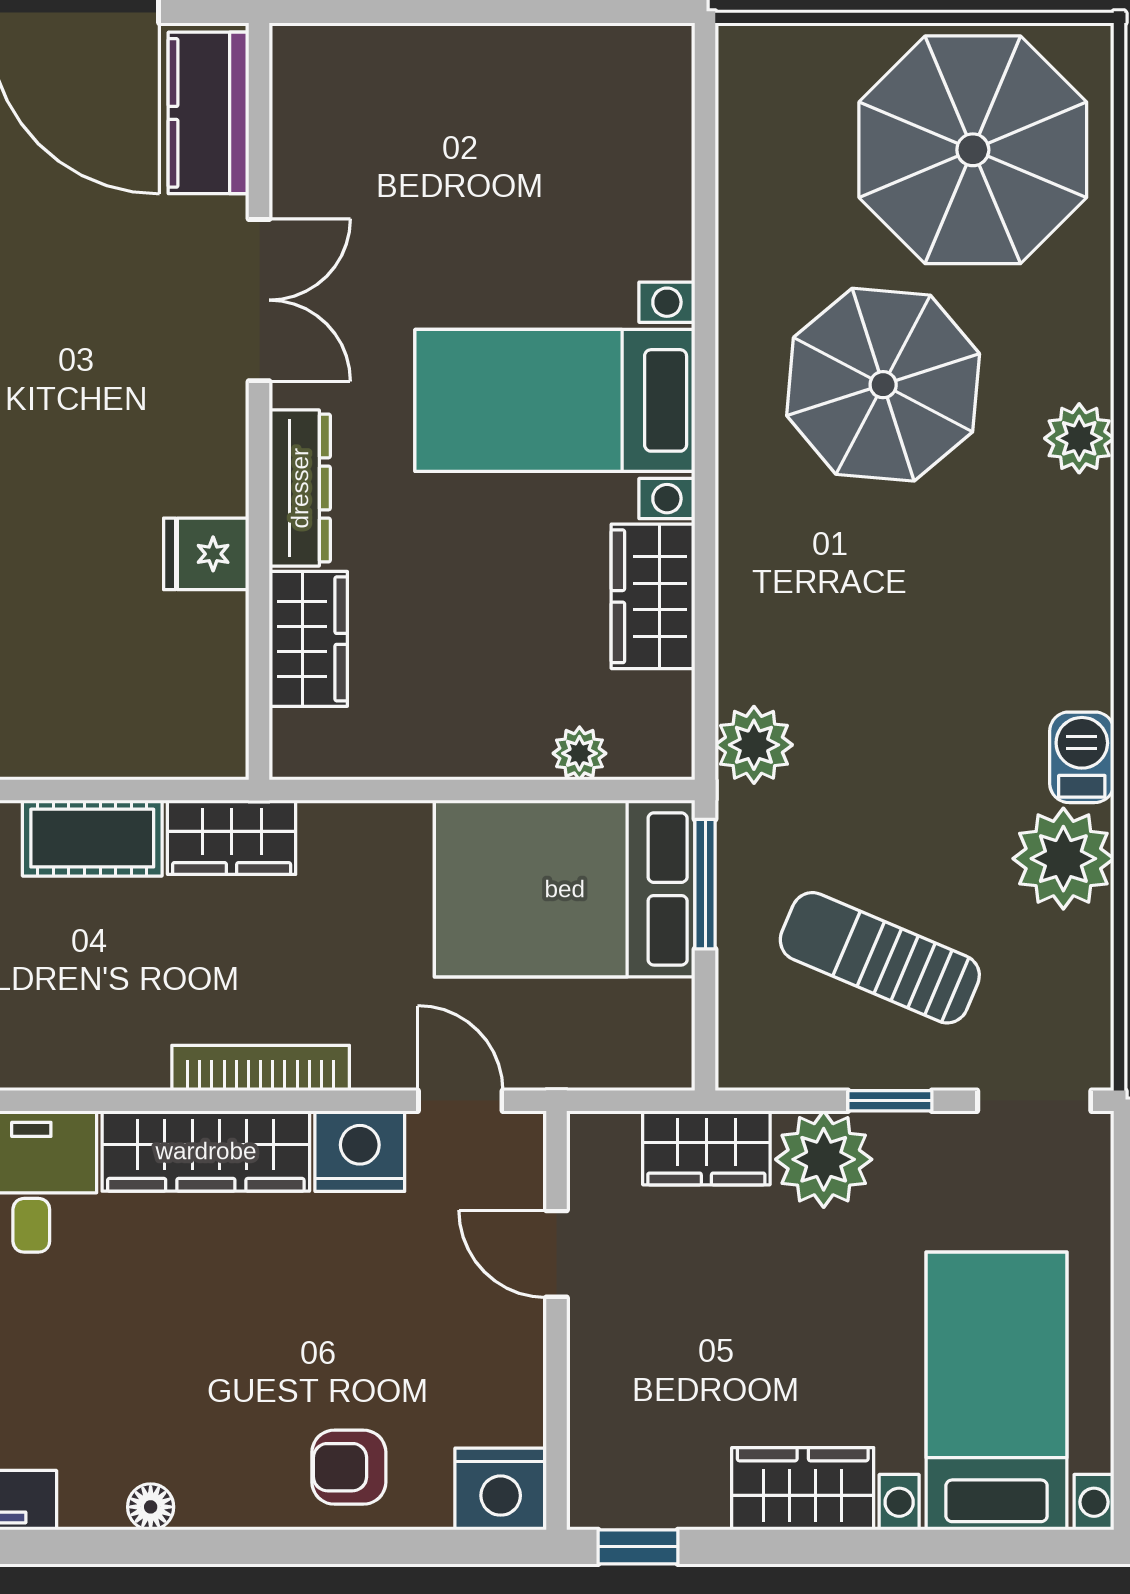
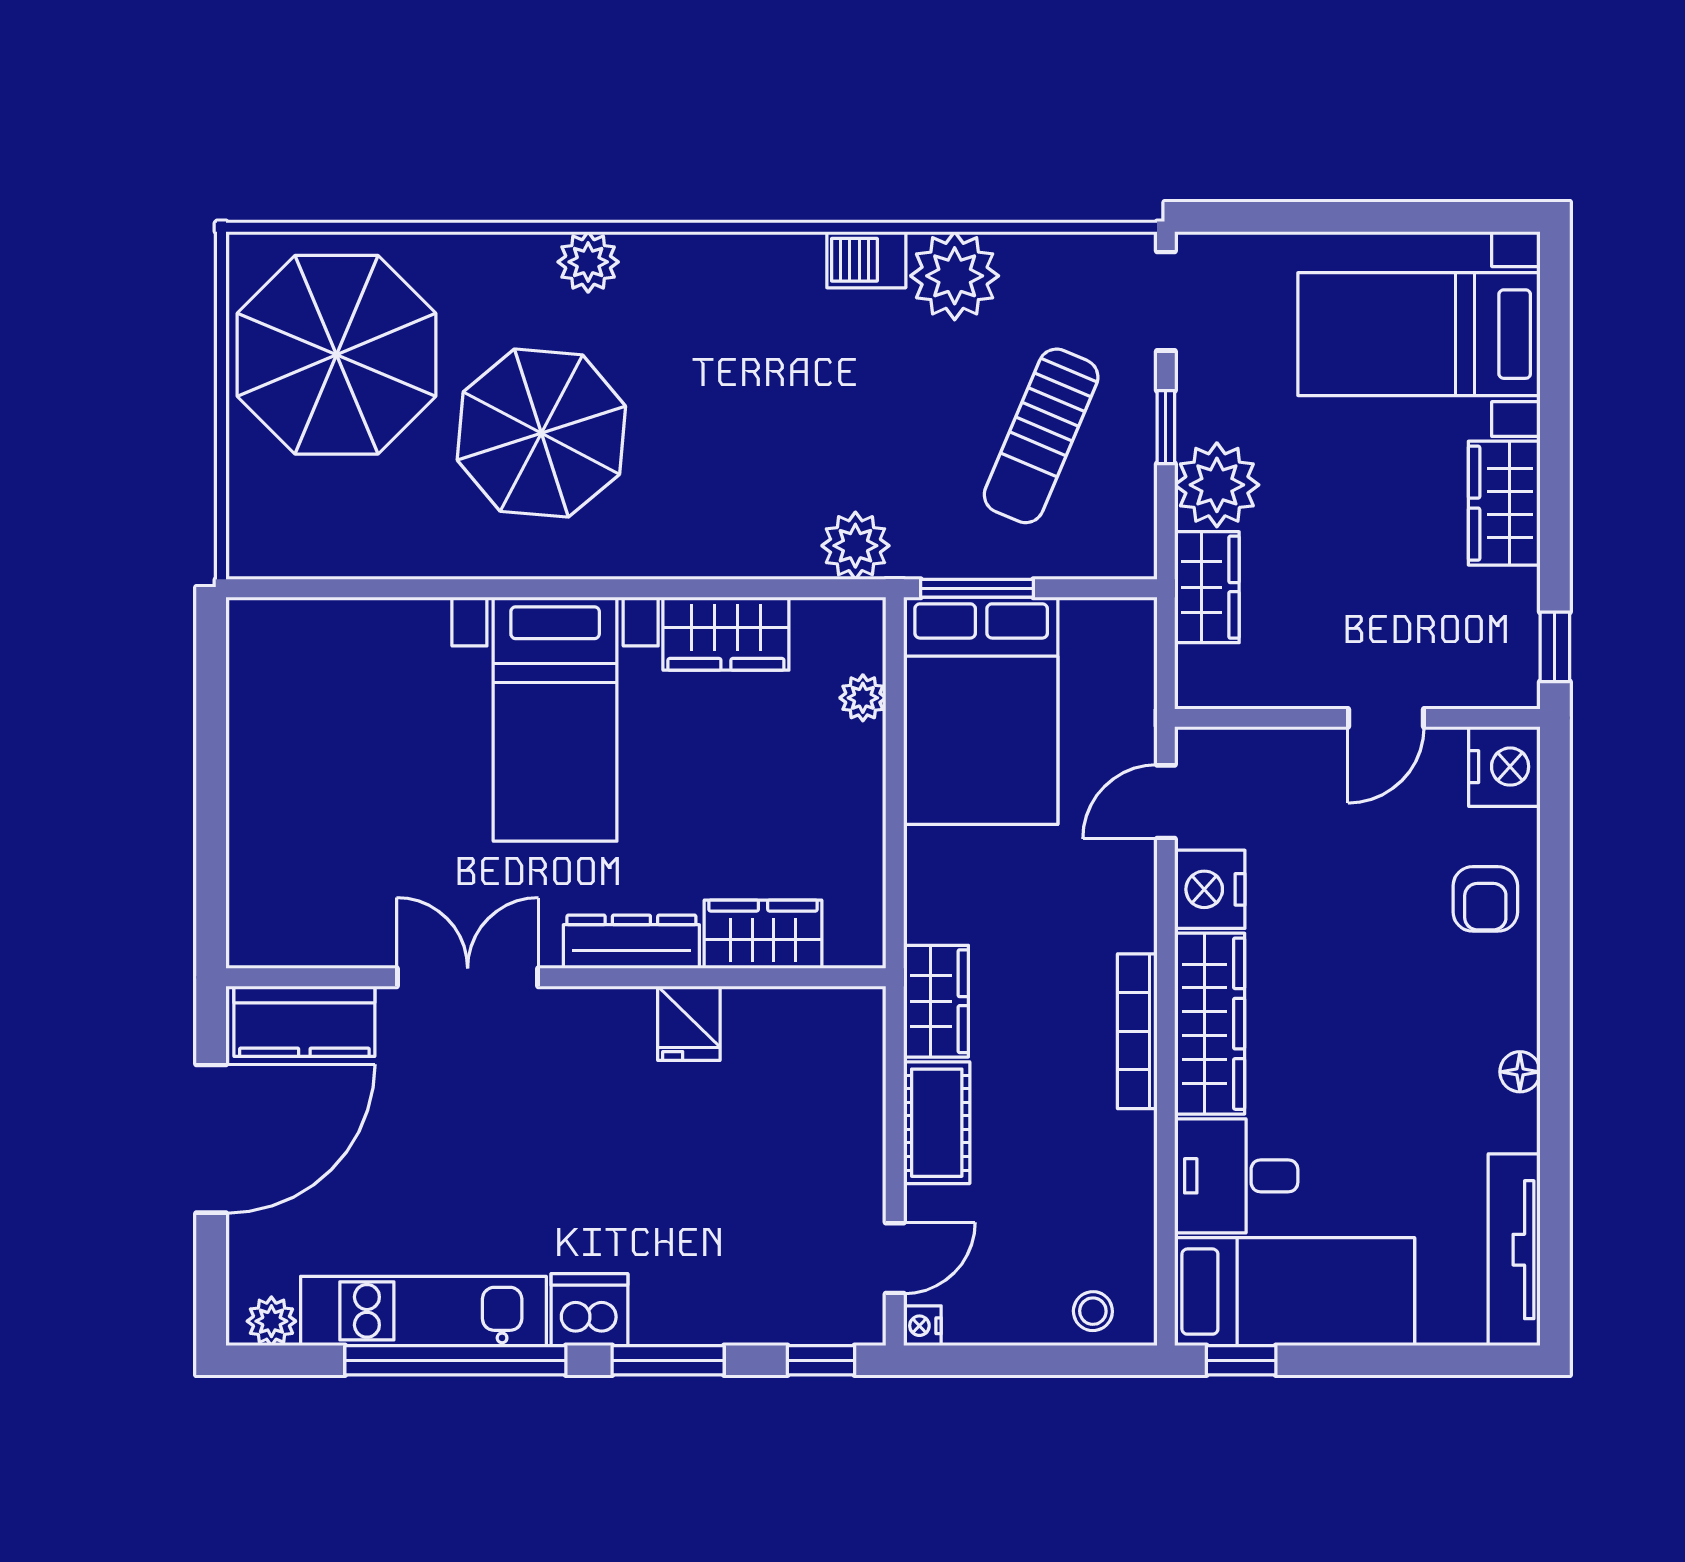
bookcase: (261, 1068) -> (1137, 1031), moved
door: (556, 1254) -> (1386, 718), moved

